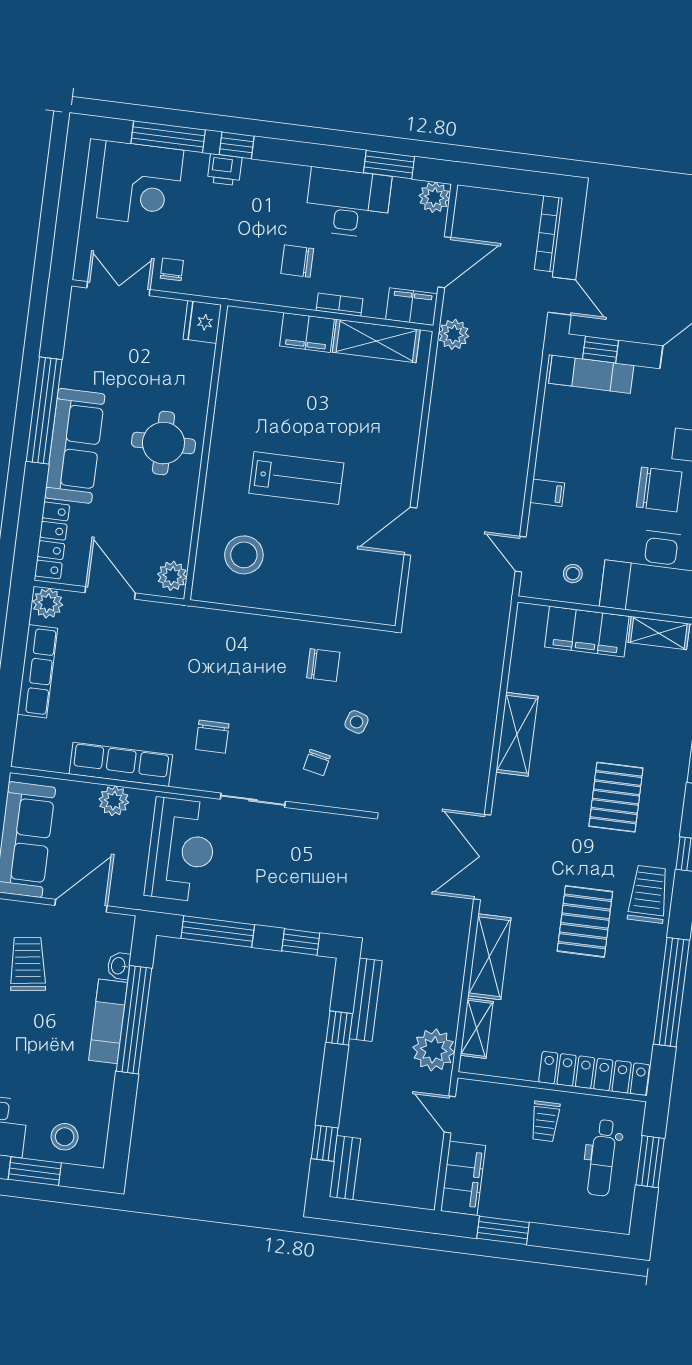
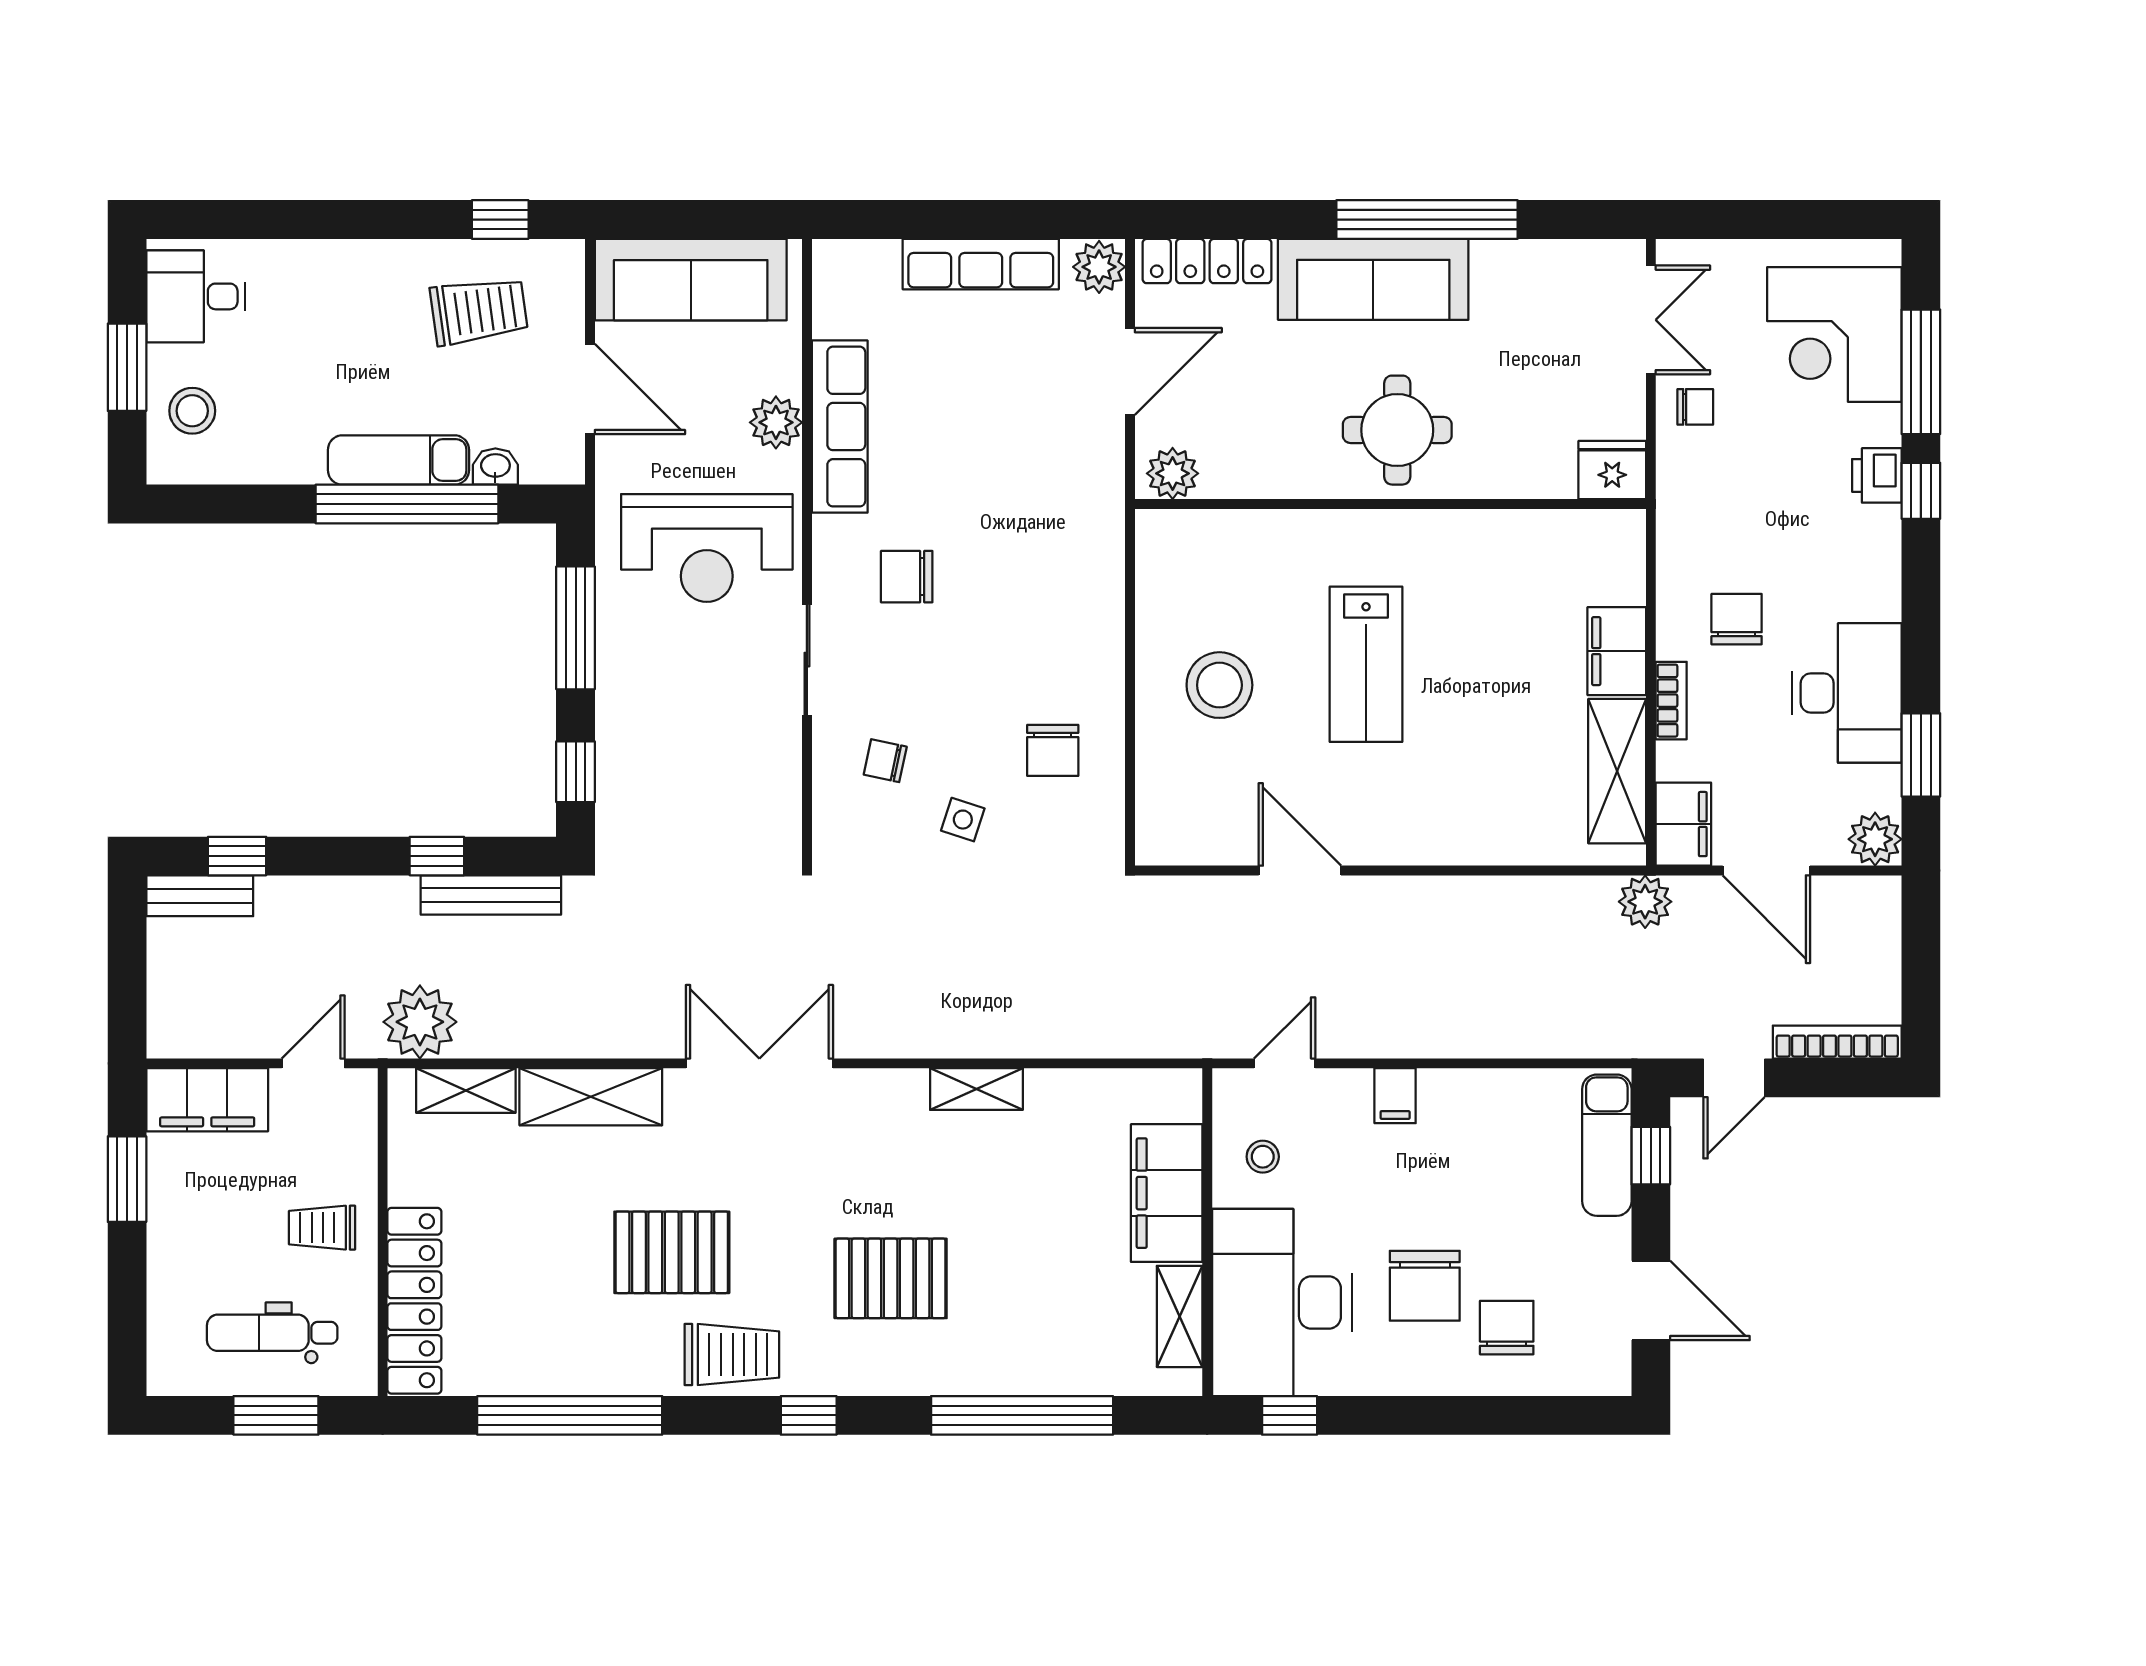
stool: (244, 555) -> (1219, 685), moved
shelving: (517, 734) -> (976, 1089), width x0.67, depth x0.75

